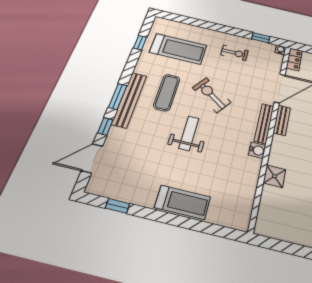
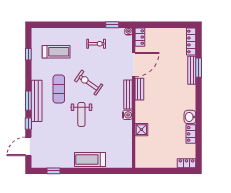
treadmill: (178, 49) -> (56, 52), width x0.73, depth x0.73
weight bench: (189, 133) -> (81, 114), turned 180
treadmill: (183, 202) -> (90, 160), turned 180

